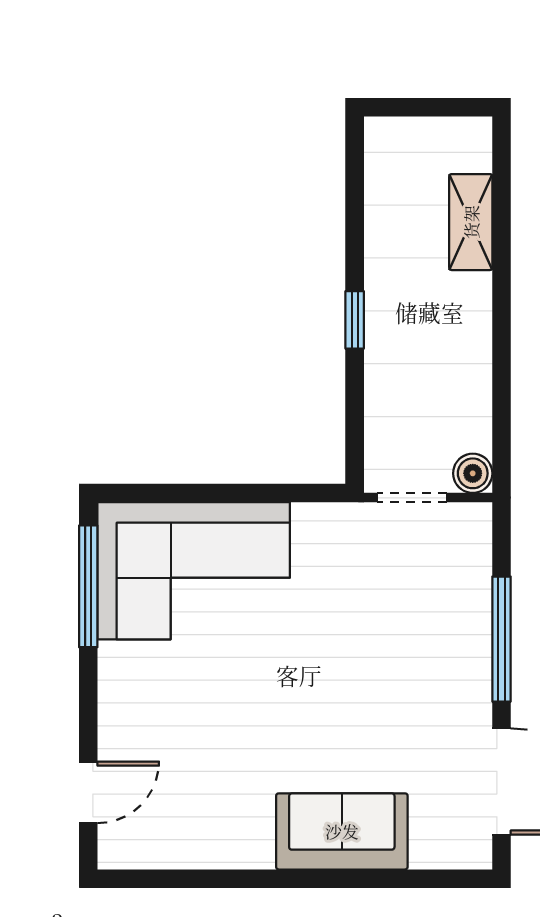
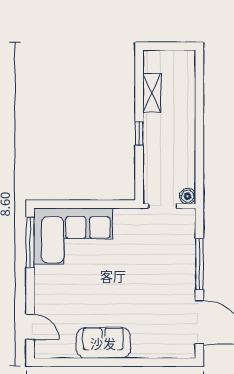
shelving: (471, 222) -> (152, 93), moved
door: (88, 792) -> (30, 327), hinge flipped
sofa: (342, 831) -> (103, 343), moved

